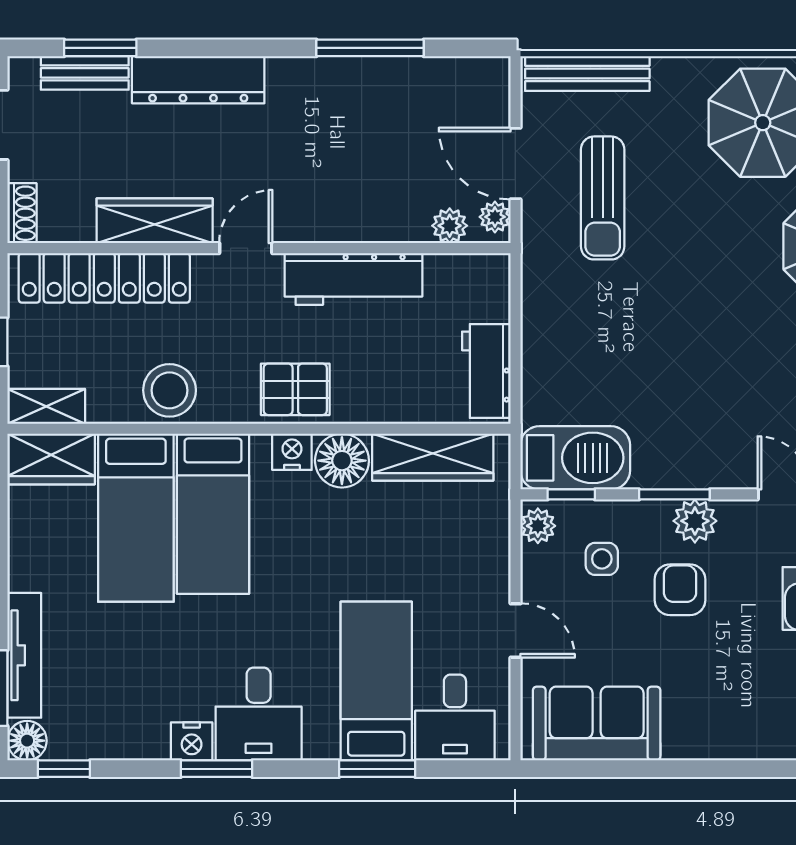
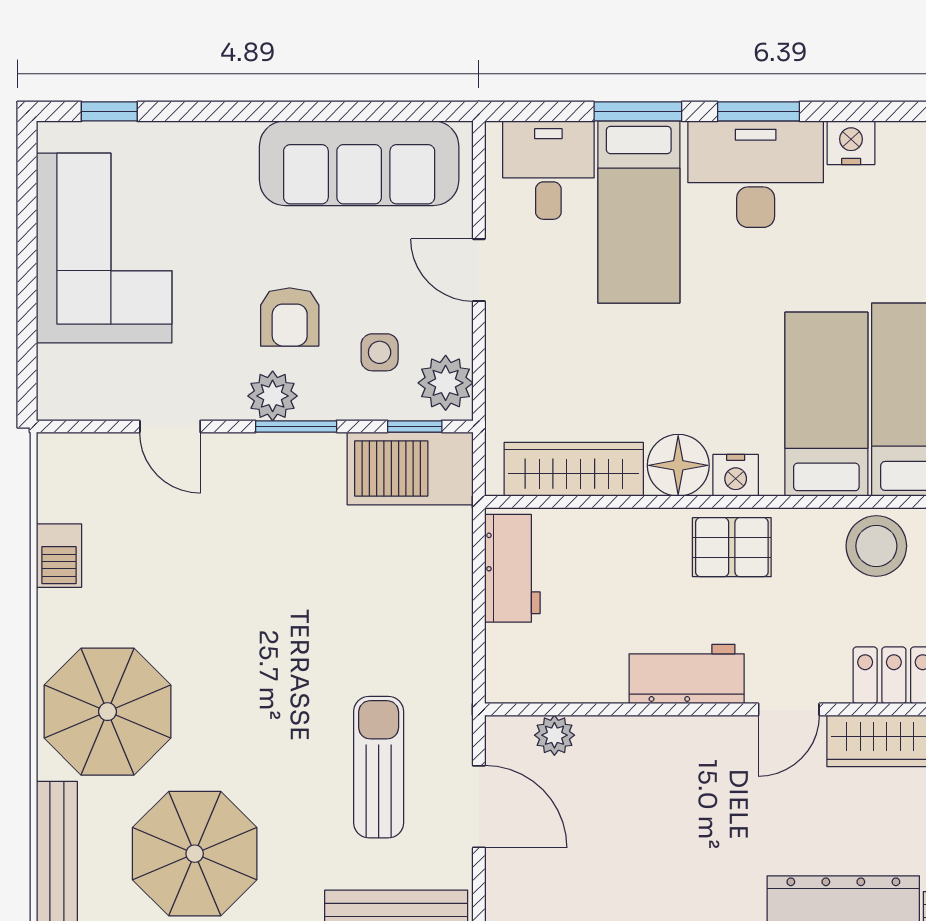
plant: (495, 217) -> (502, 745), removed
workbench: (353, 279) -> (687, 674), width x0.73
plant: (538, 526) -> (446, 383), width x1.38, depth x1.38
desk: (259, 714) -> (756, 174), width x1.37
sofa: (597, 723) -> (359, 163), width x1.36
window: (217, 769) -> (758, 111), moved

